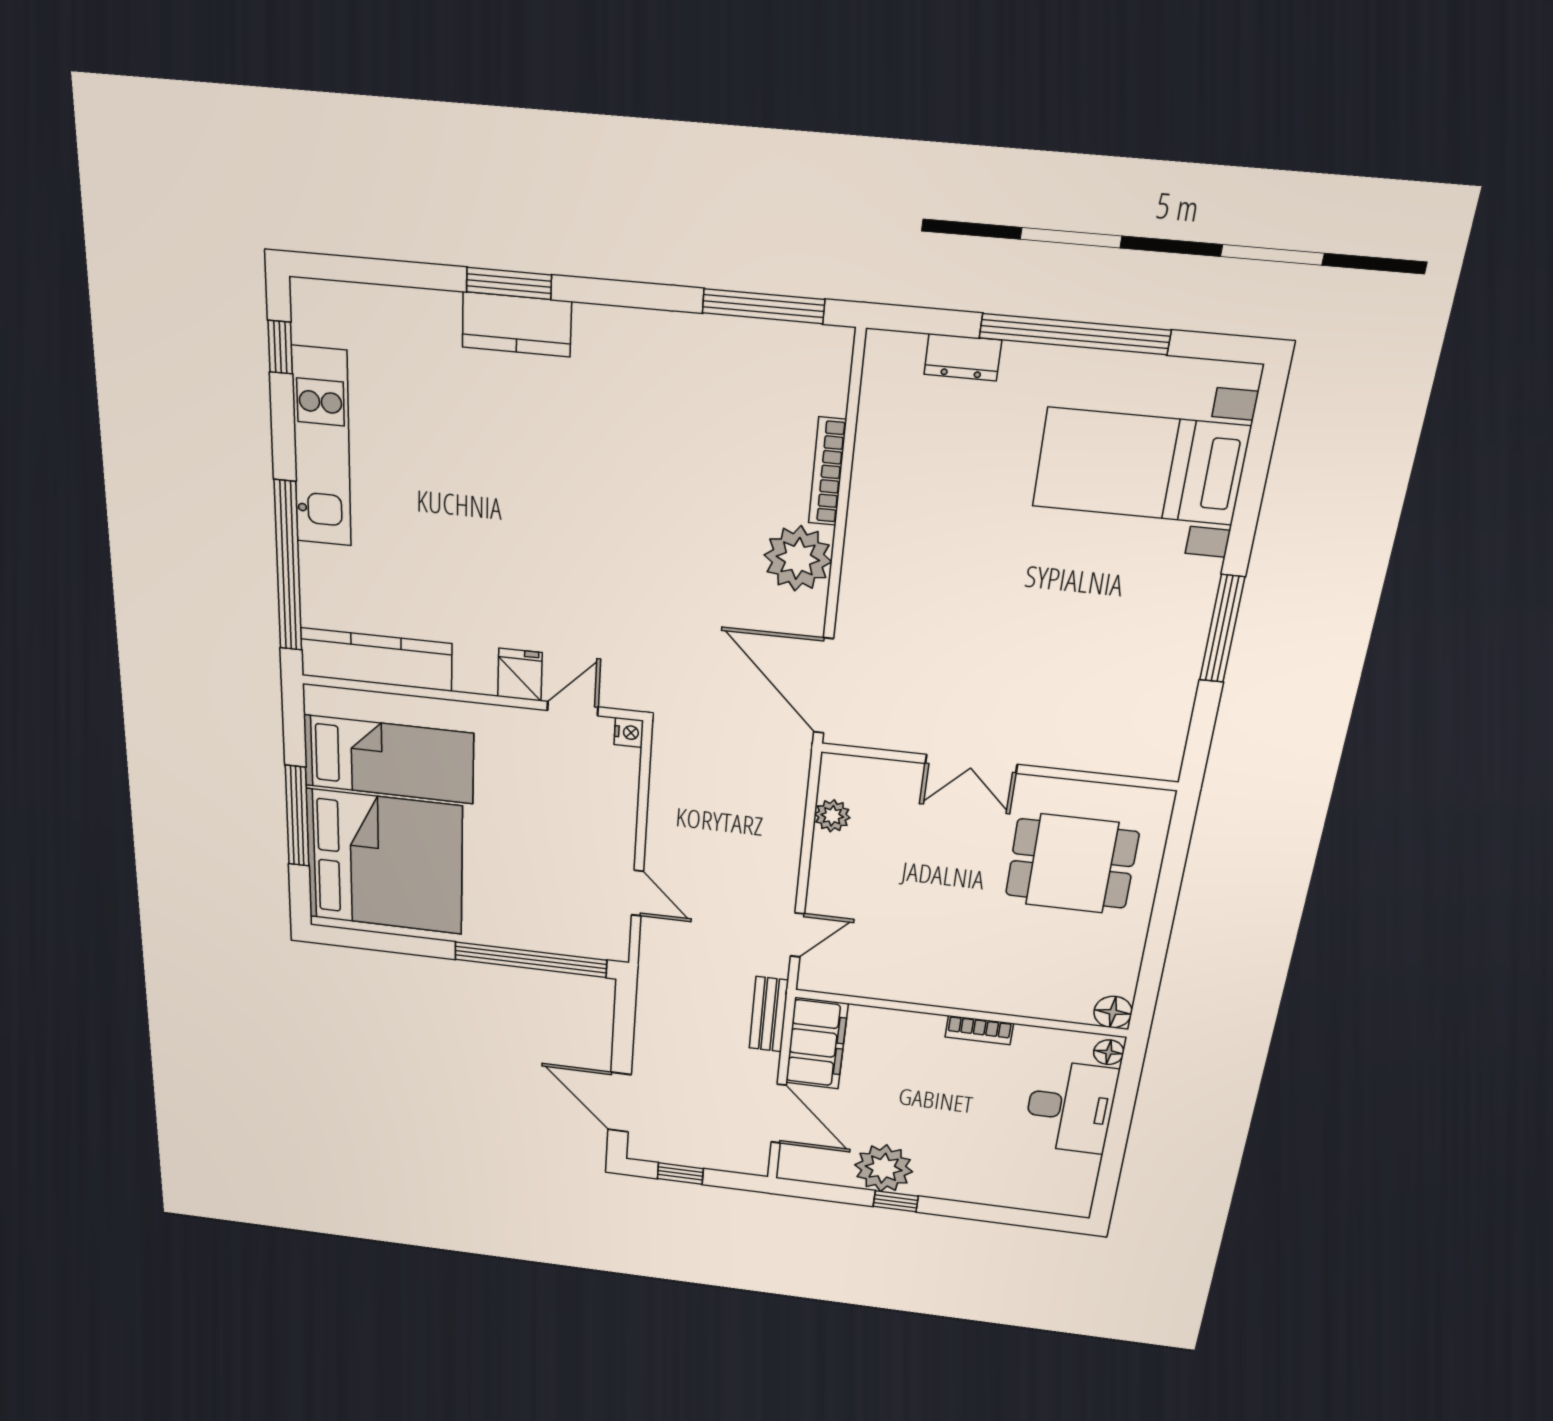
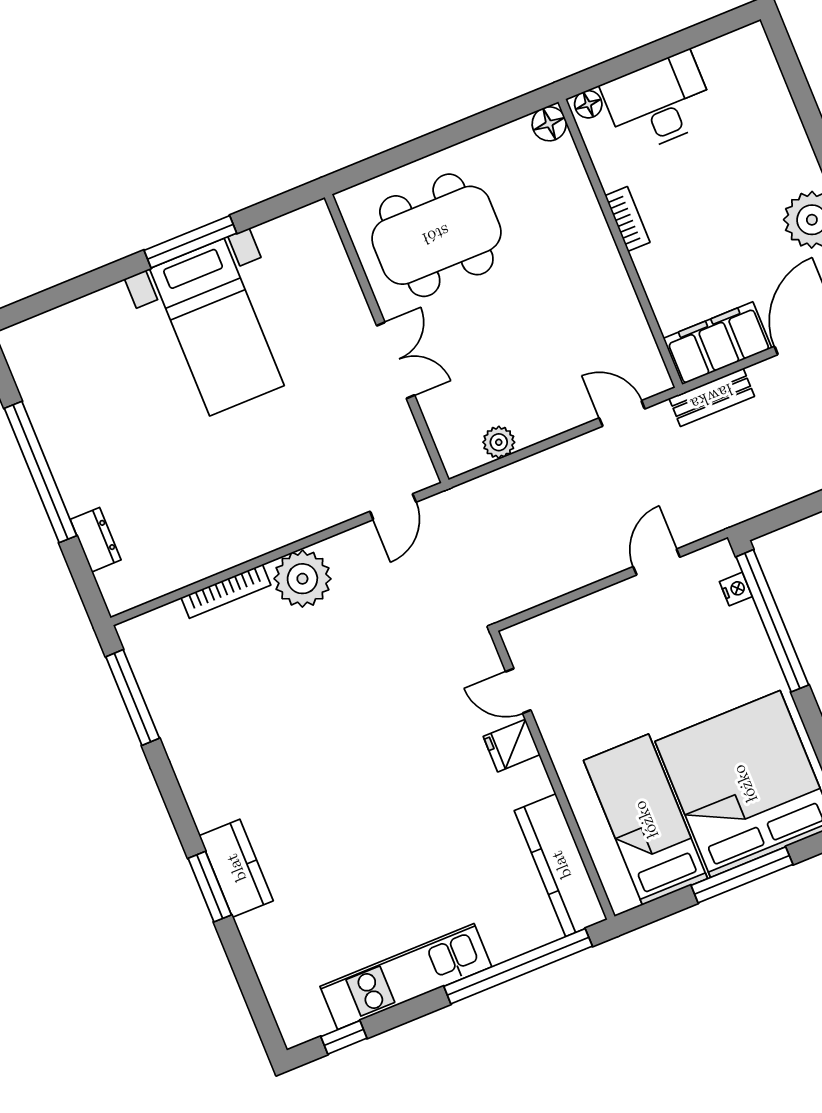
bed with nightstands: (1140, 466) -> (217, 327), moved
door: (824, 686) -> (393, 507), width x0.53
nightstand: (629, 732) -> (736, 589), moved, turned 90
dining table: (1072, 864) -> (436, 235), width x1.37

